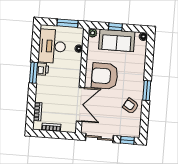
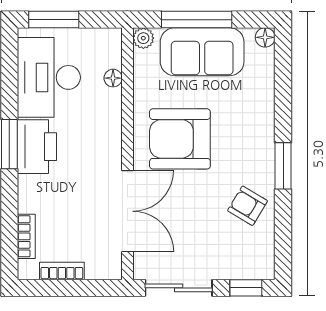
window: (68, 23) -> (54, 20), moved
window: (115, 27) -> (197, 20), width x2.17
printer: (43, 69) -> (37, 147), width x1.87, depth x1.48

